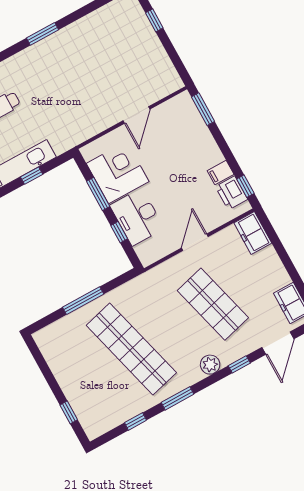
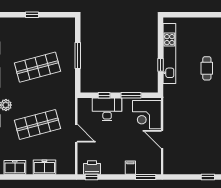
corner desk: (118, 172) -> (147, 115), moved, turned 90
filing cabinet: (221, 173) -> (130, 168), moved
freezer: (253, 233) -> (44, 167), moved
shop shelf: (131, 349) -> (38, 67), width x0.71
window: (69, 412) -> (32, 15), moved

